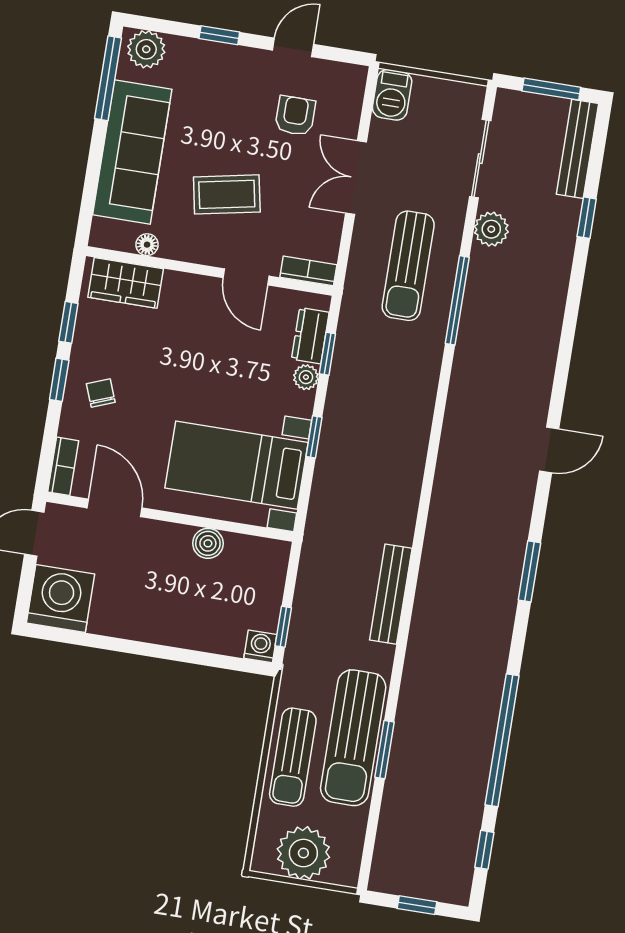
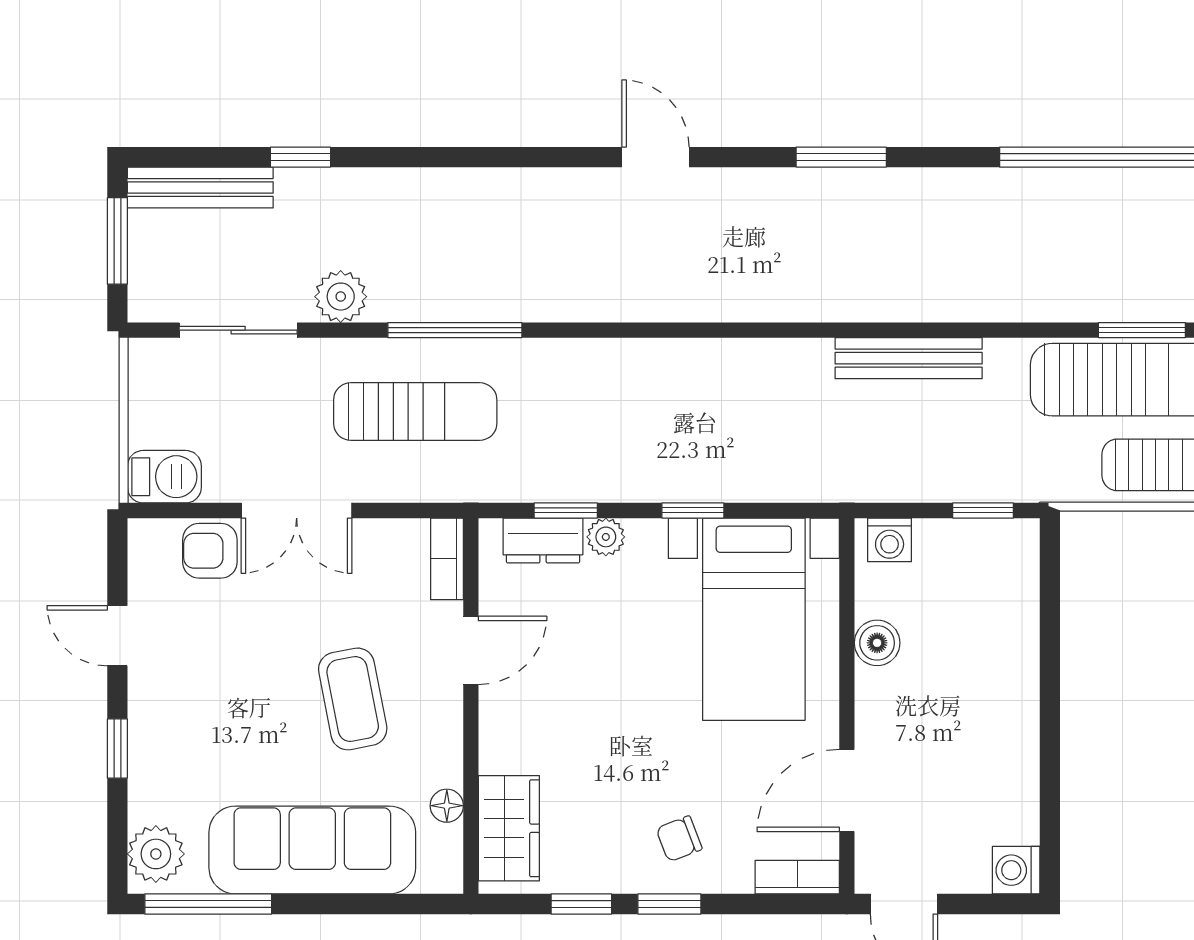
armchair: (295, 116) -> (210, 551), moved
washing machine: (61, 599) -> (1016, 870), width x0.53, depth x0.53
washing machine: (260, 646) -> (890, 540), moved, turned -90

